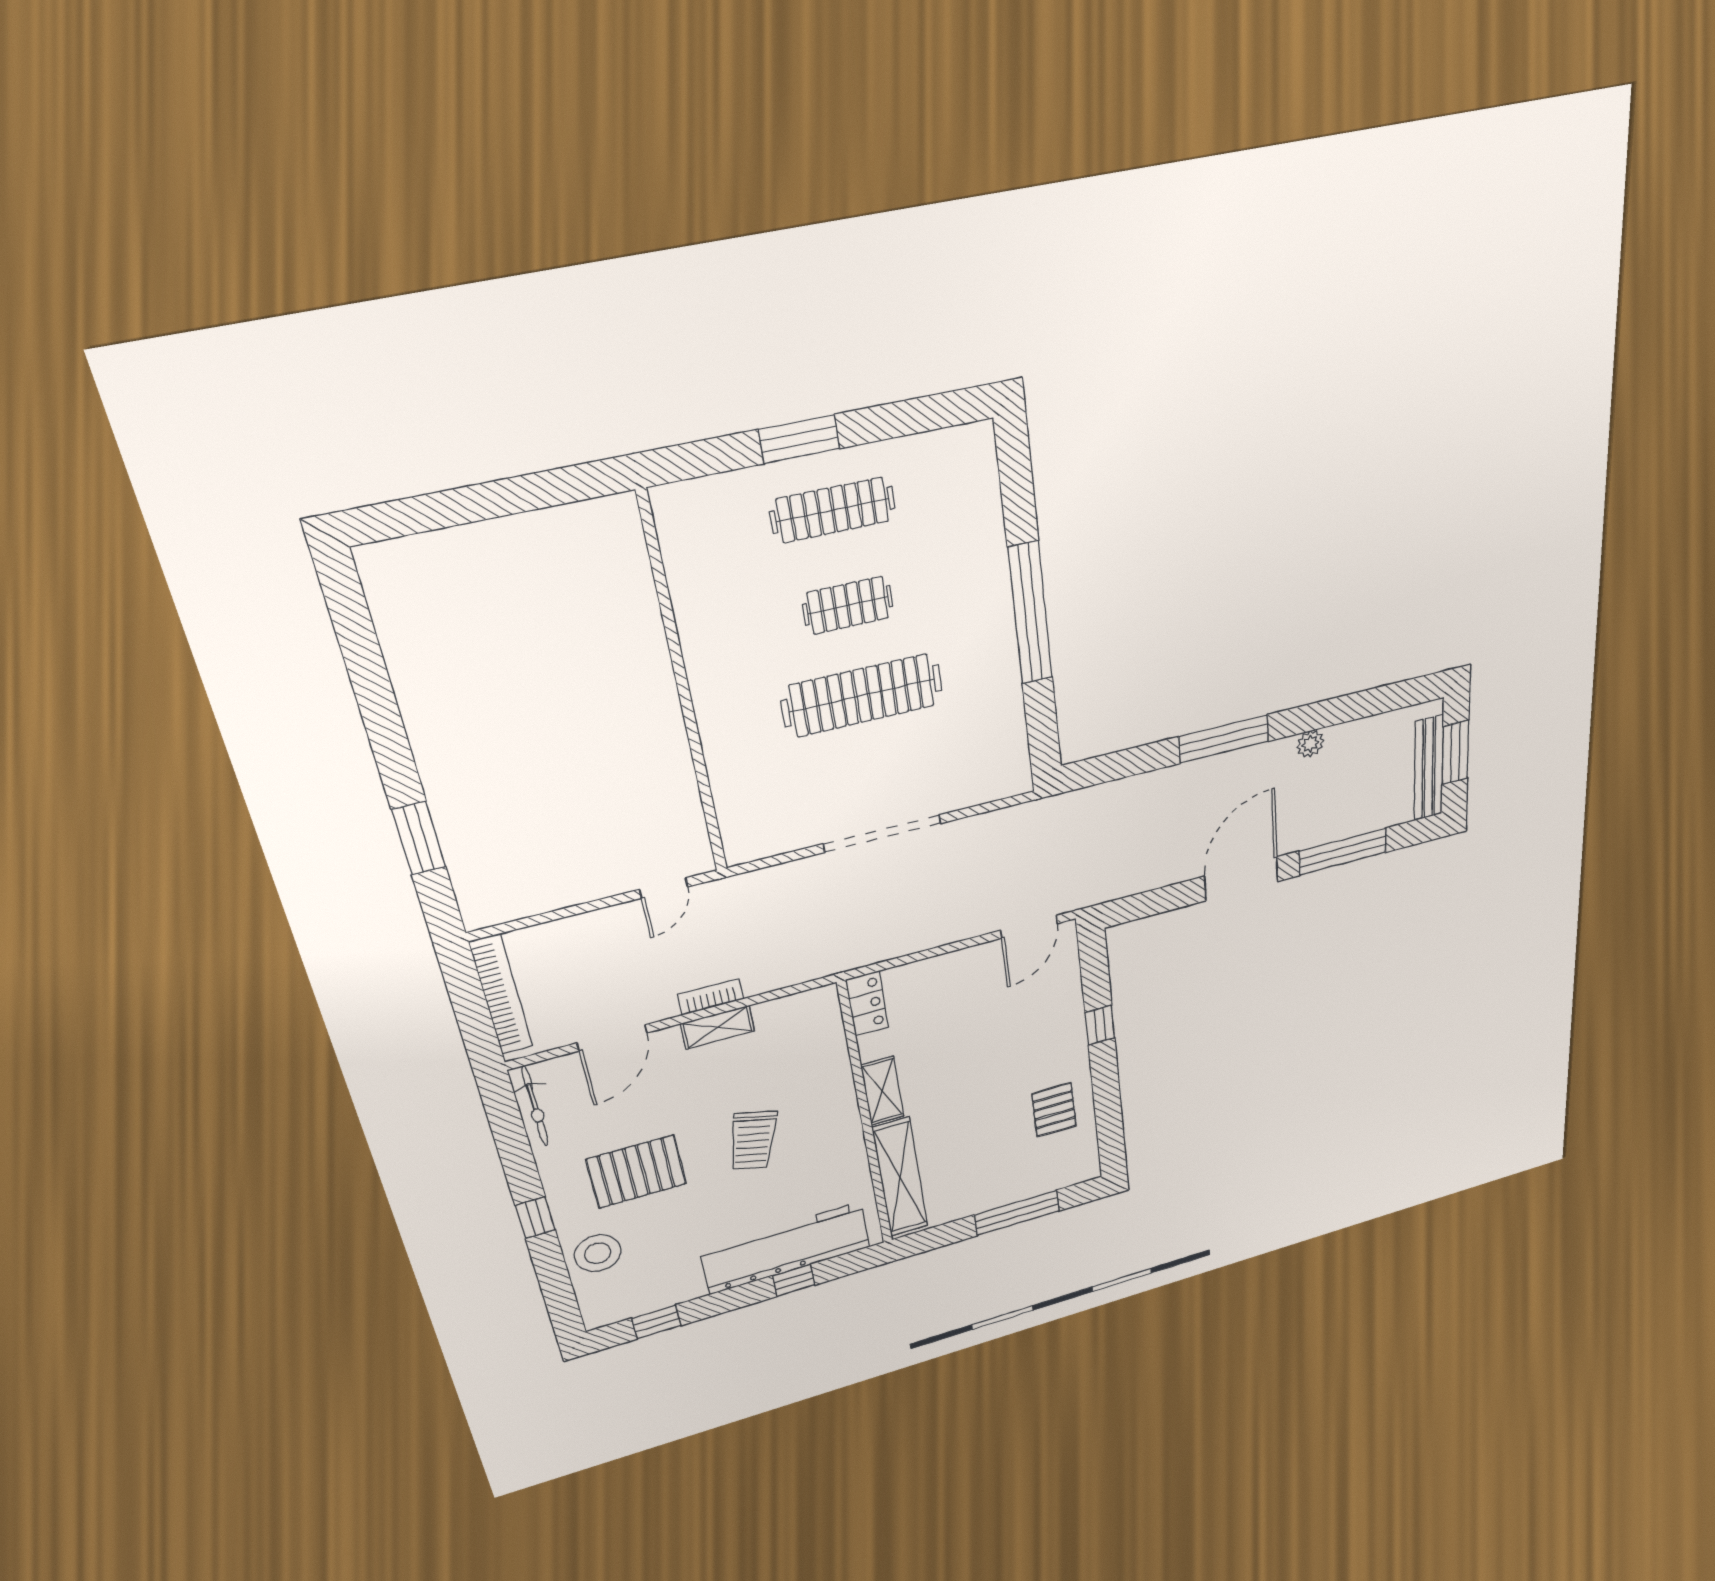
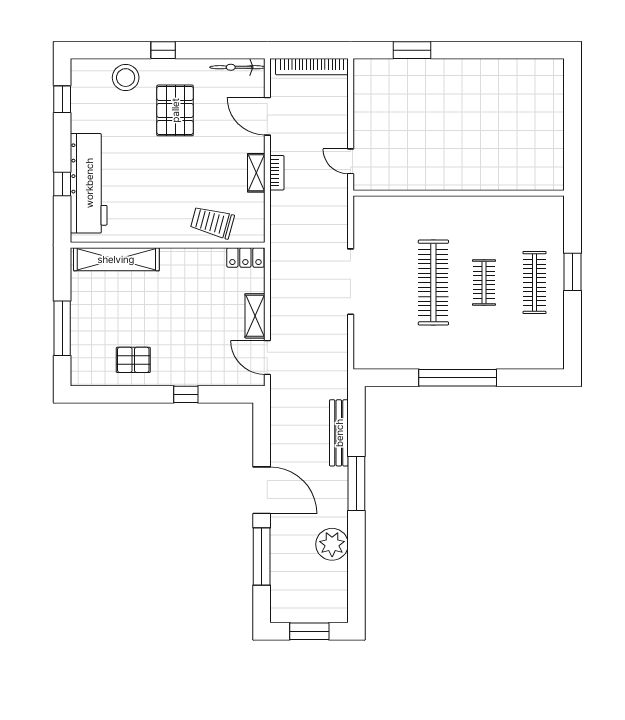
plant: (1310, 744) -> (332, 544), width x1.88, depth x1.88
bench: (1429, 768) -> (339, 433), moved, turned 90
shelving: (882, 1091) -> (255, 316), moved, turned 90
trolley: (753, 1140) -> (212, 222), moved

